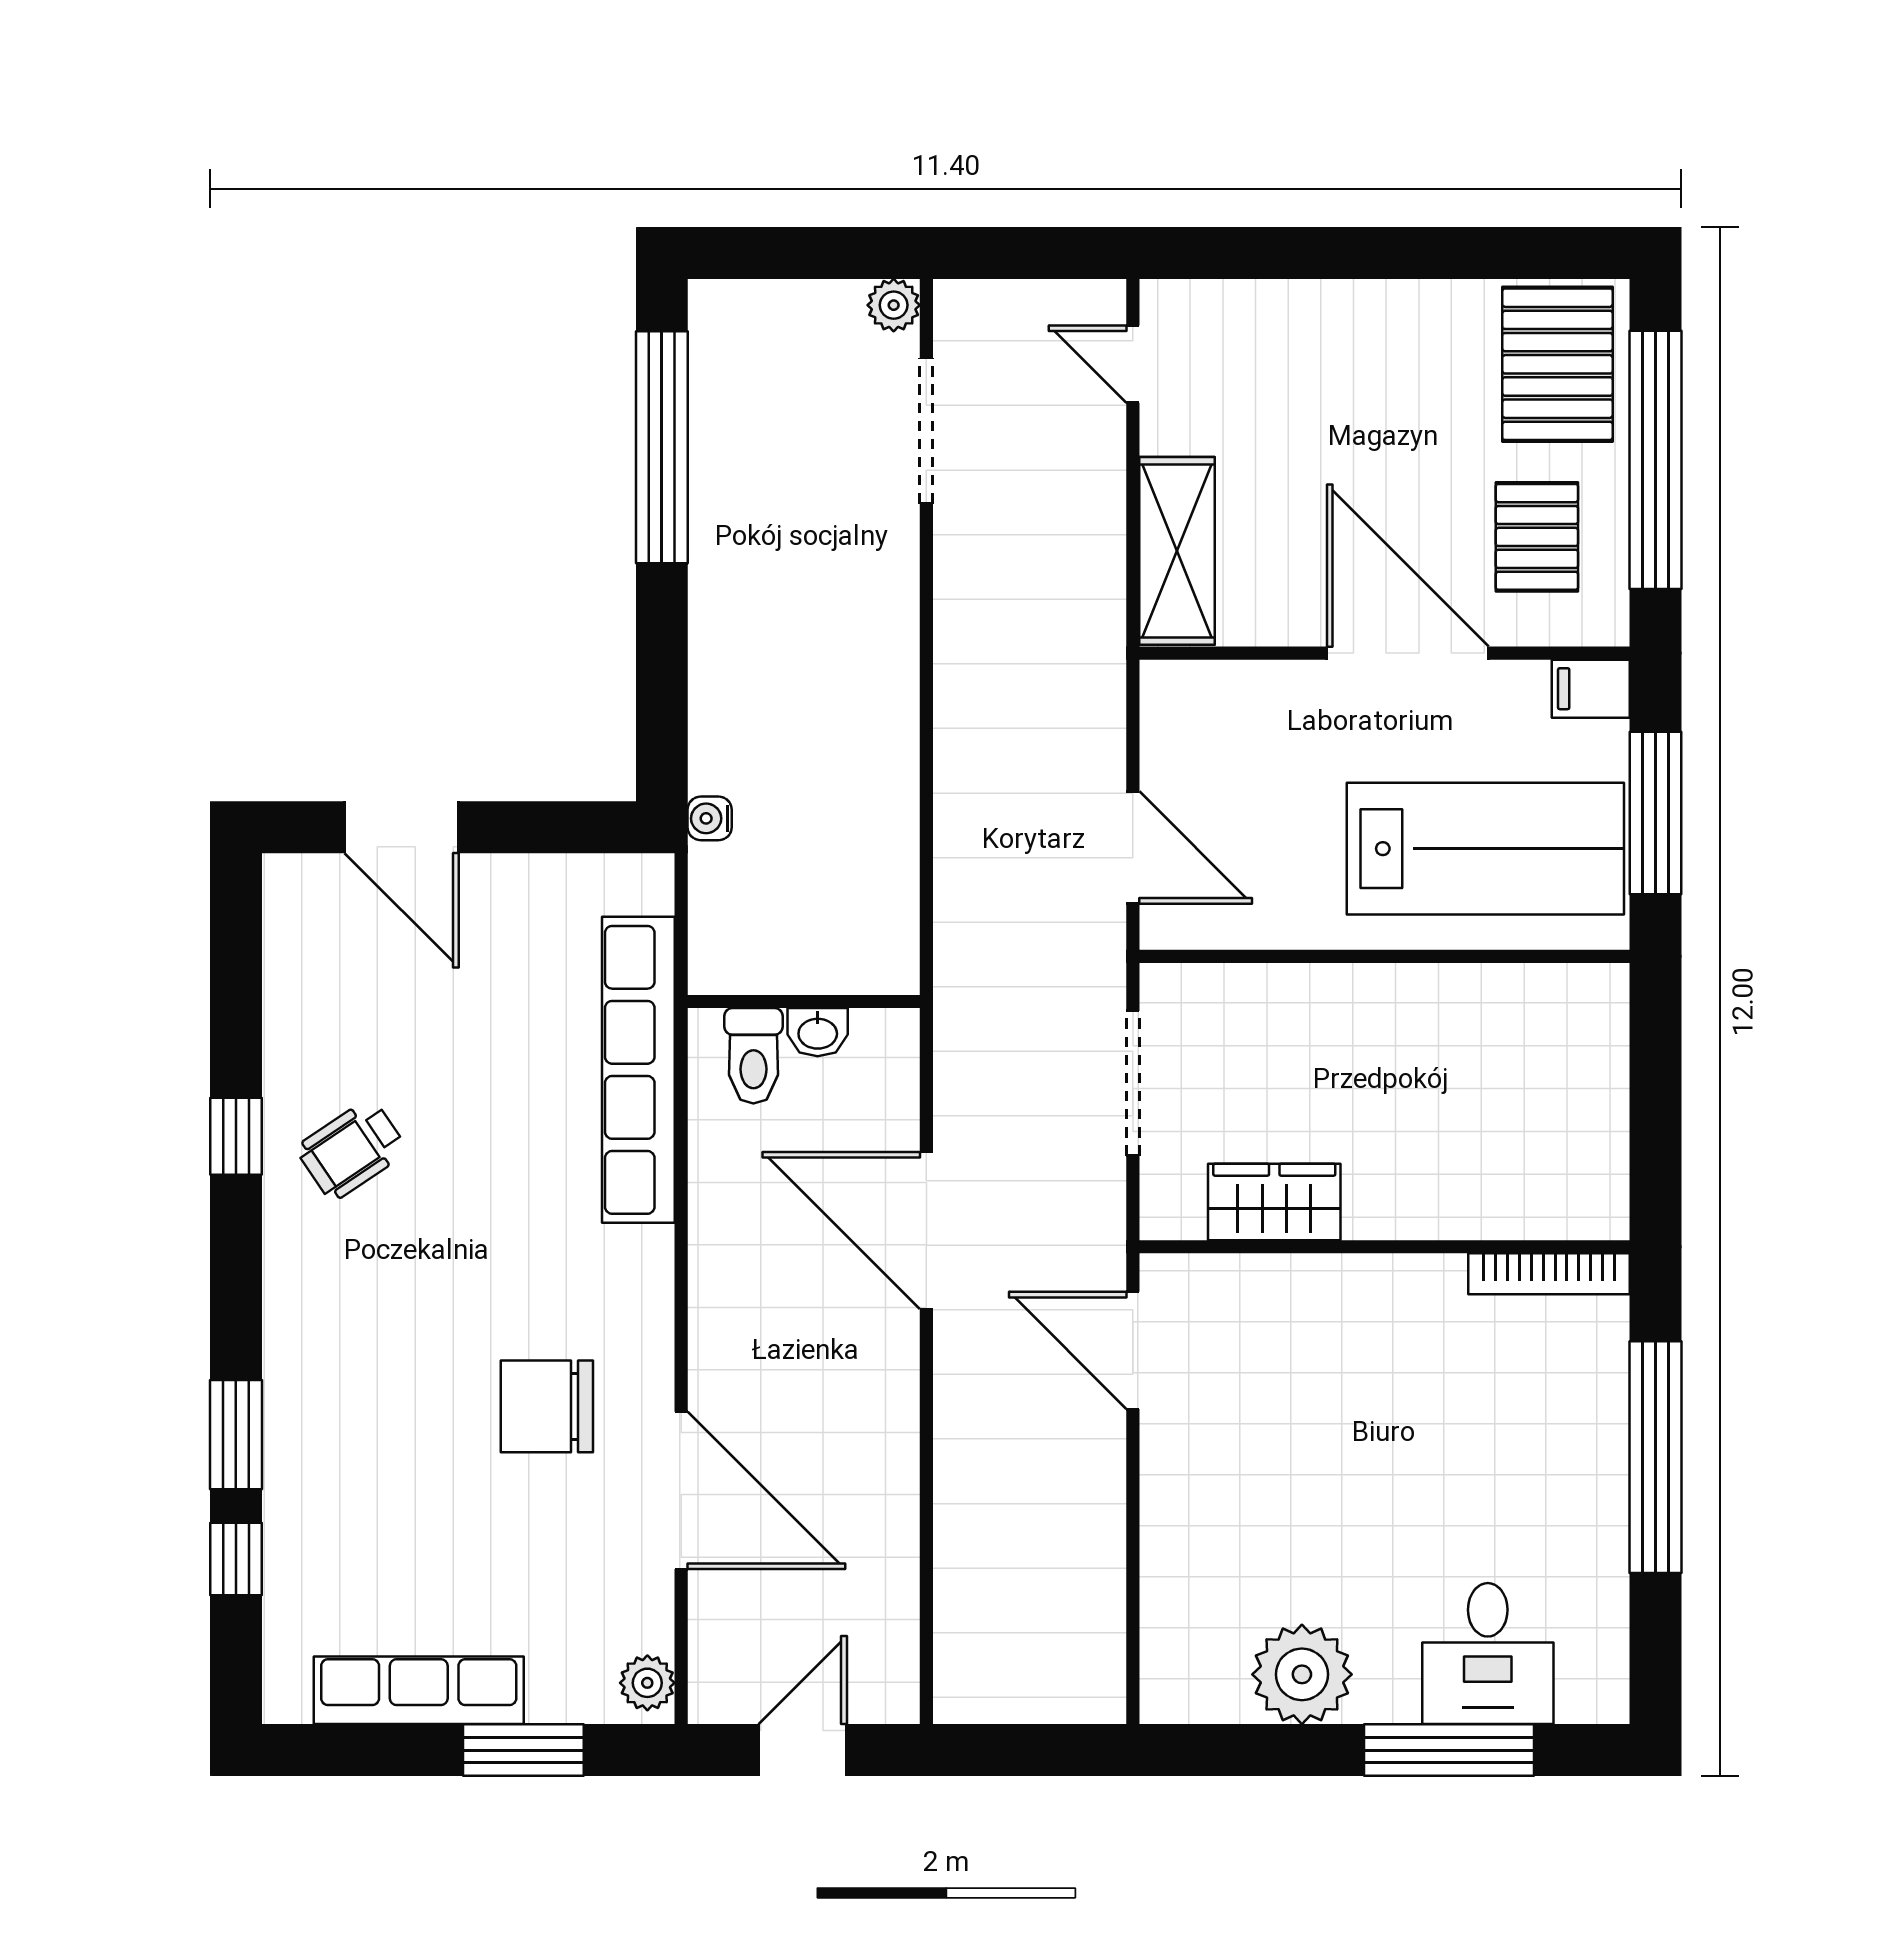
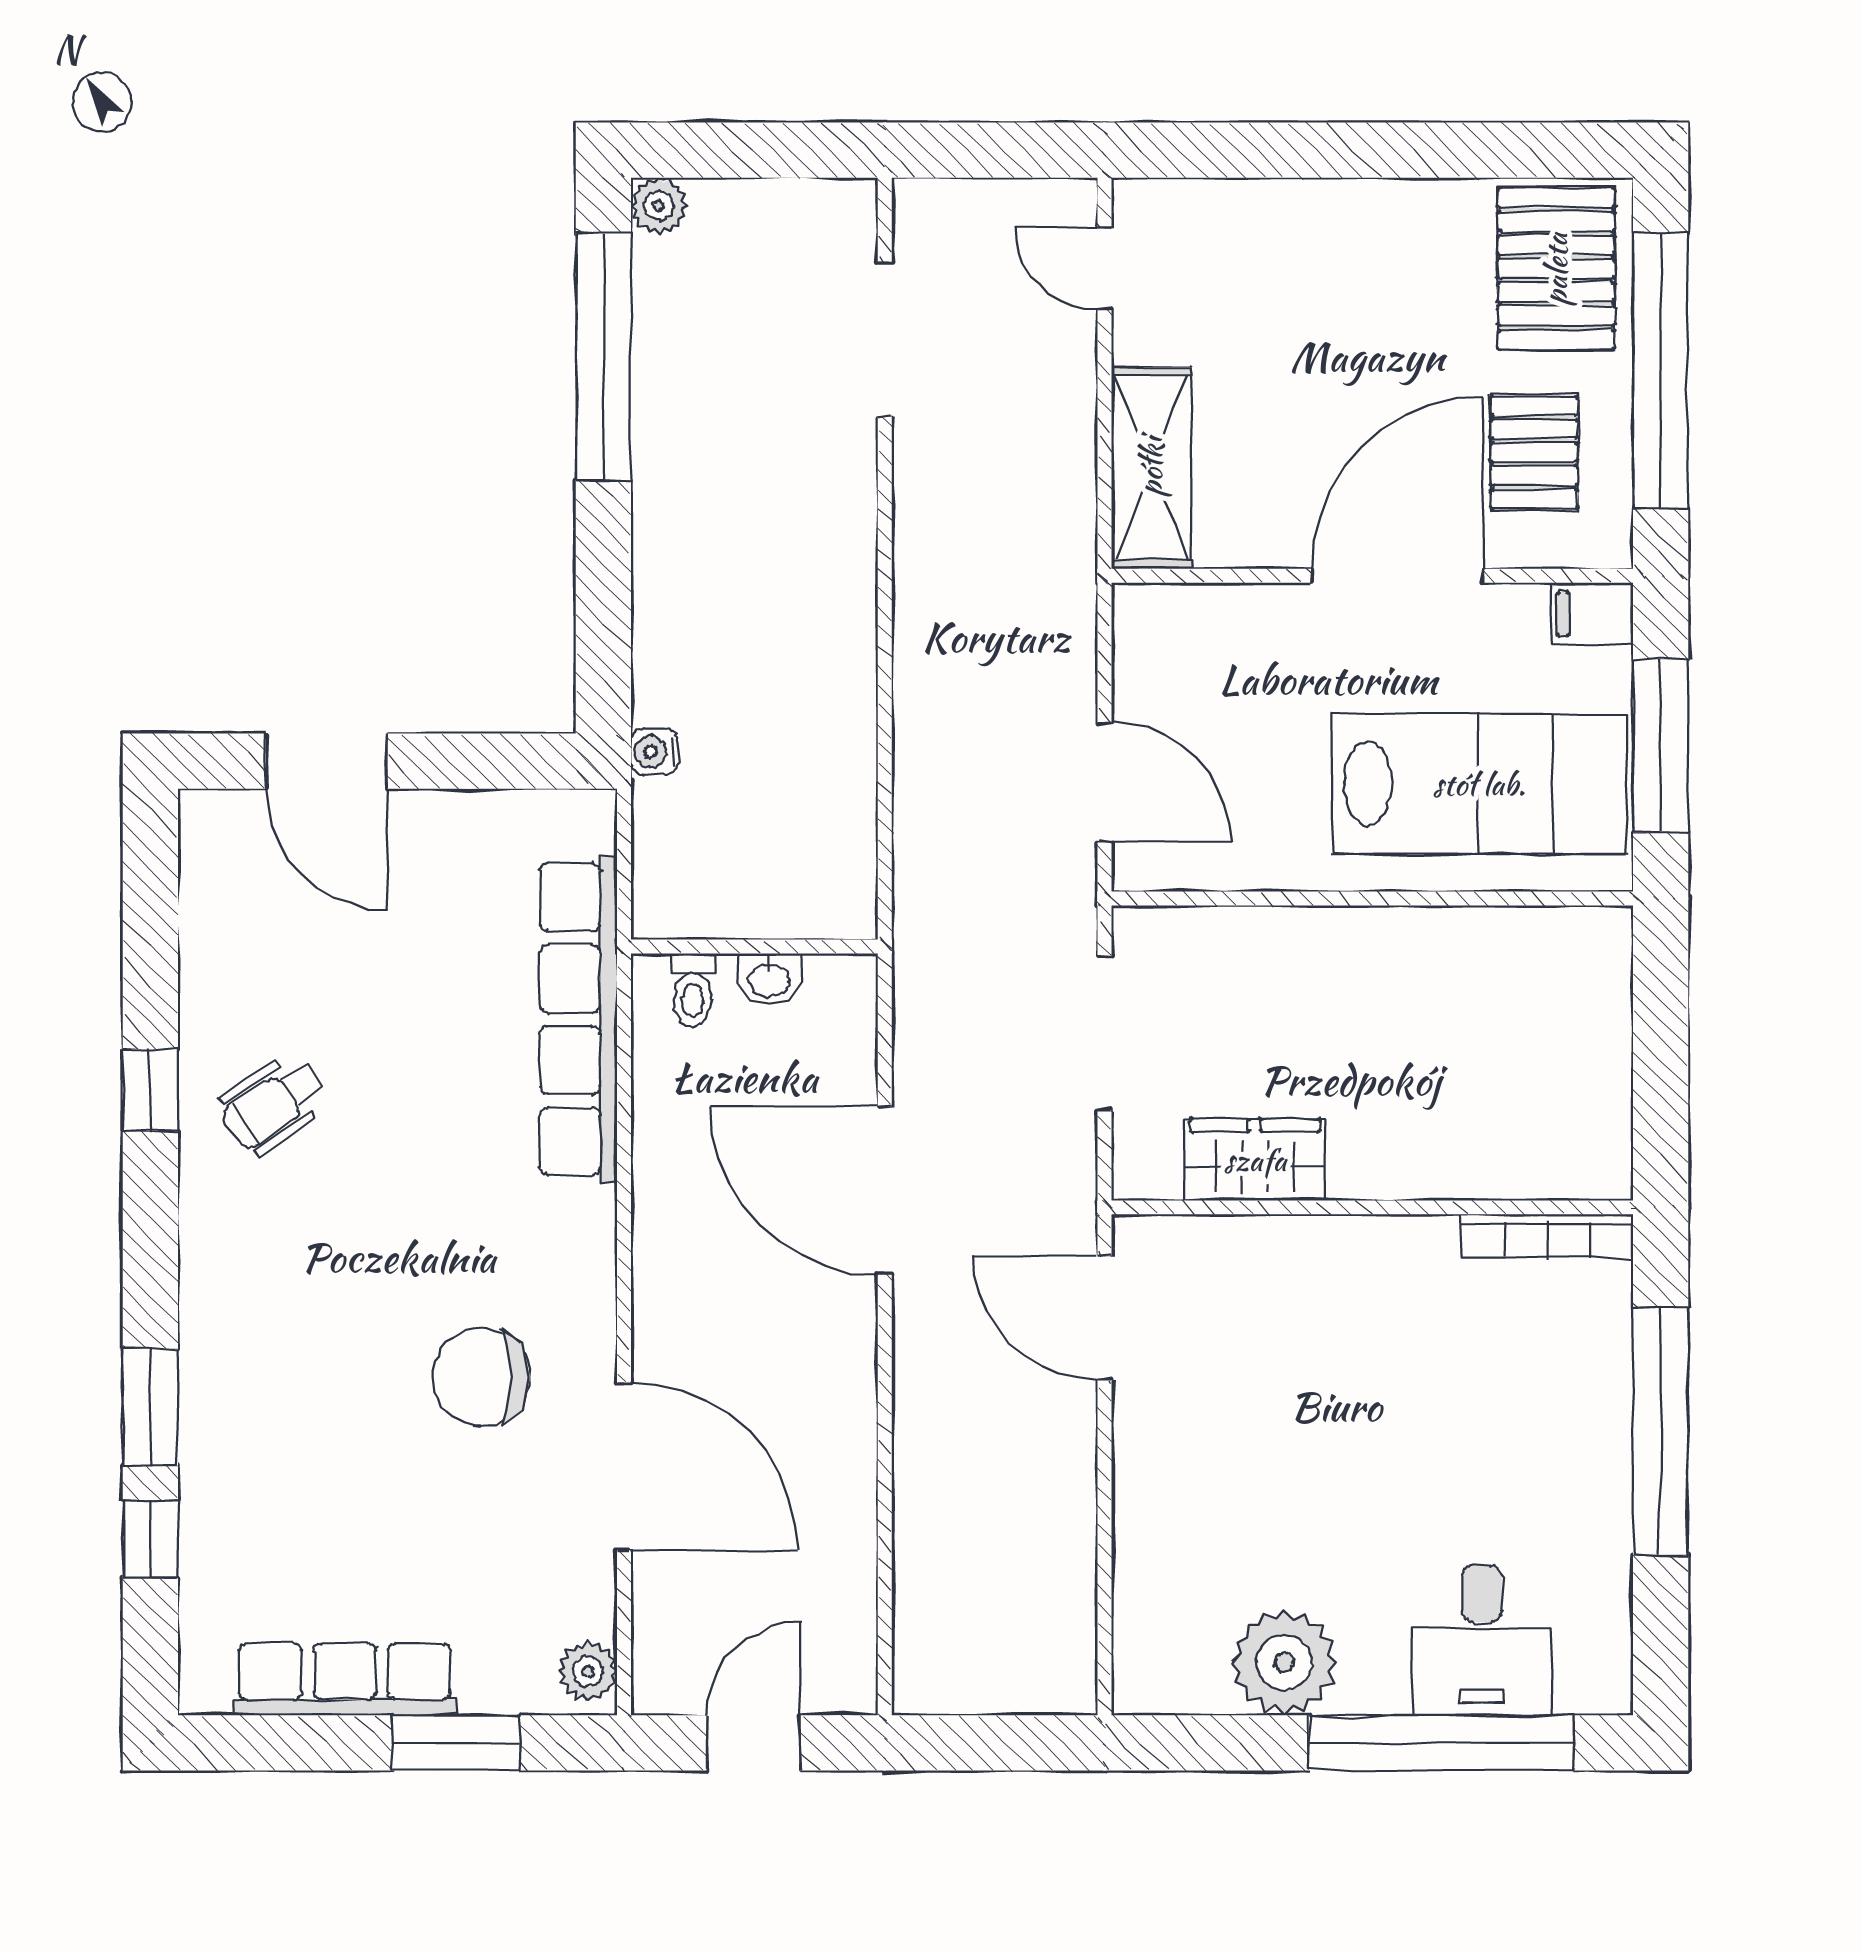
plant: (894, 305) -> (659, 206), moved
door: (1408, 653) -> (1397, 576), hinge flipped
toilet: (753, 1056) -> (693, 990), width x0.73, depth x0.72
window: (1449, 1750) -> (1441, 1743), width x1.46

